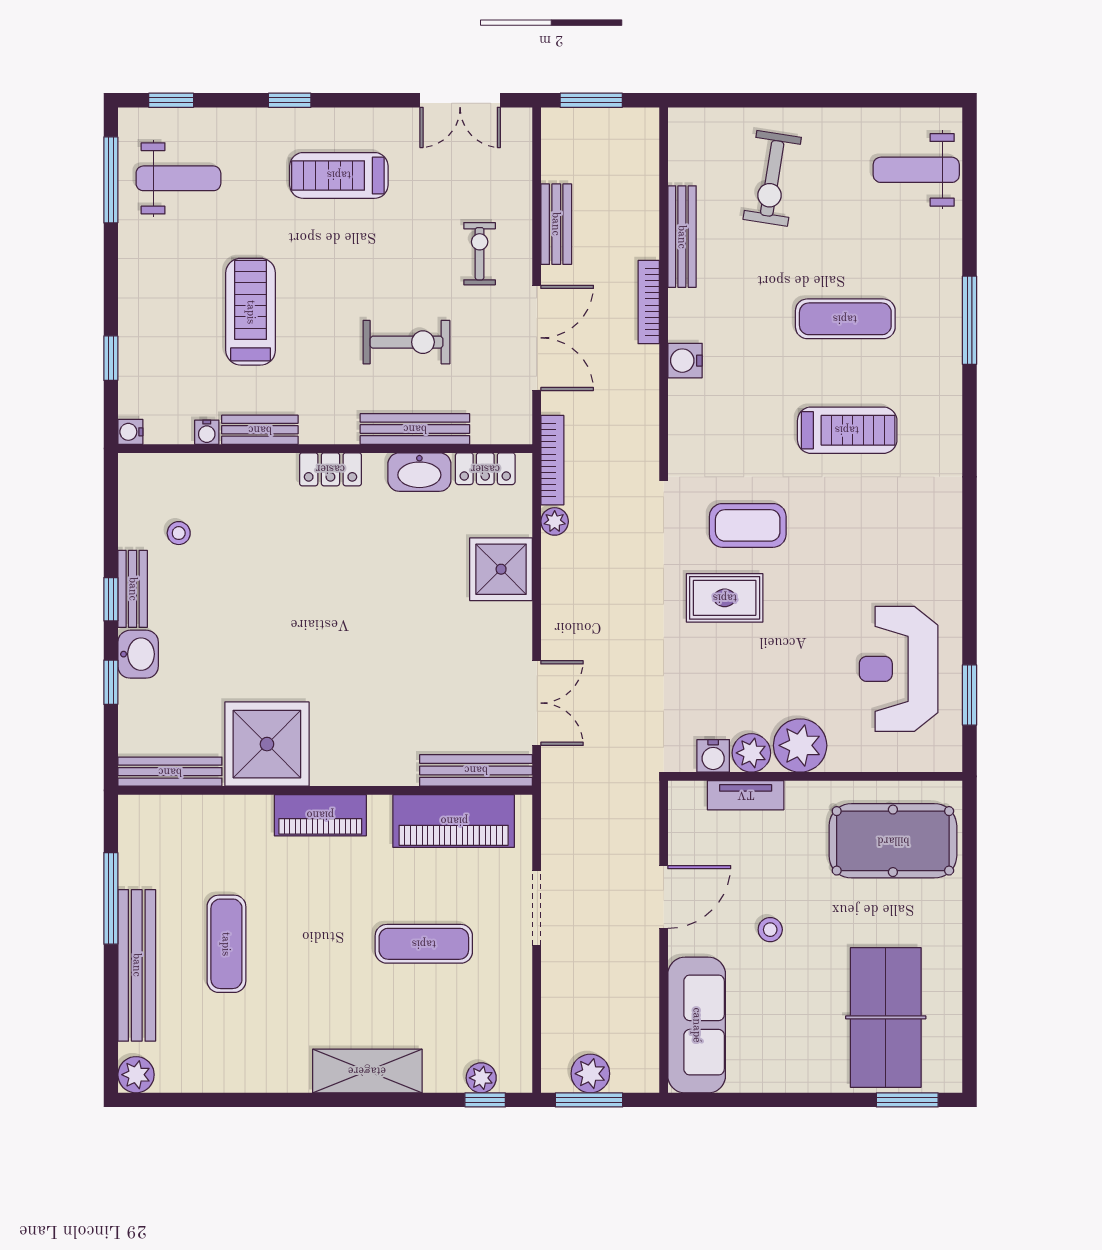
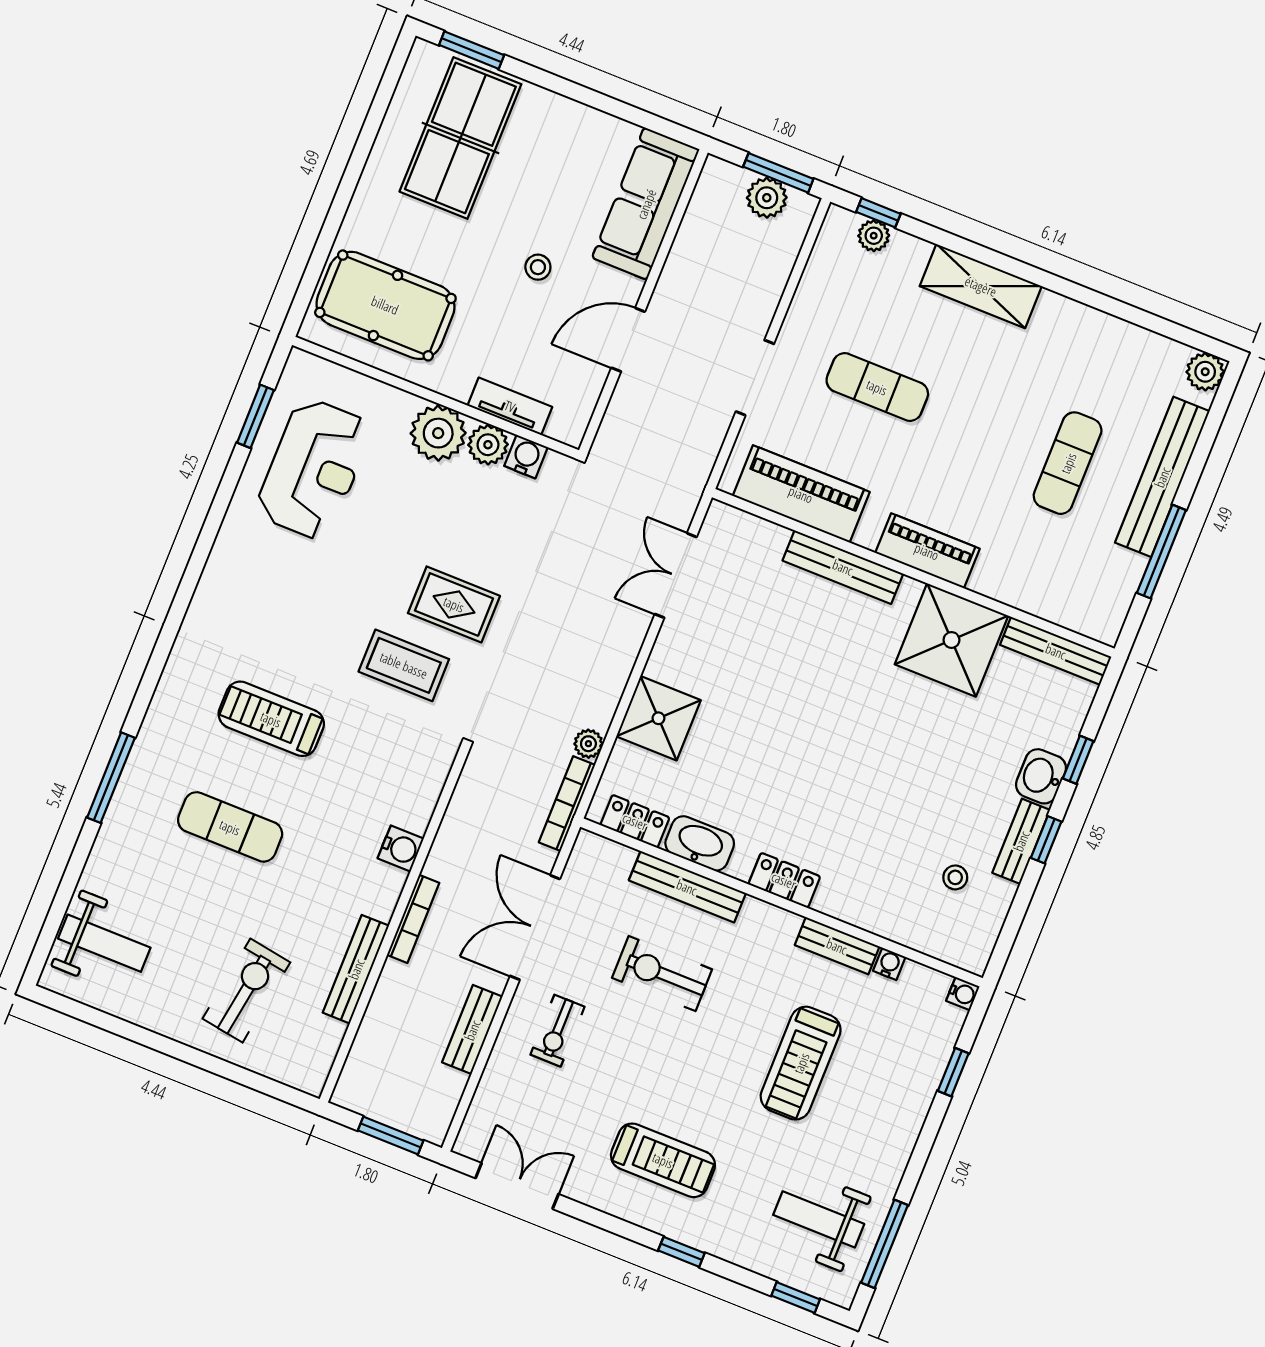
bench: (476, 770) -> (843, 567), moved

